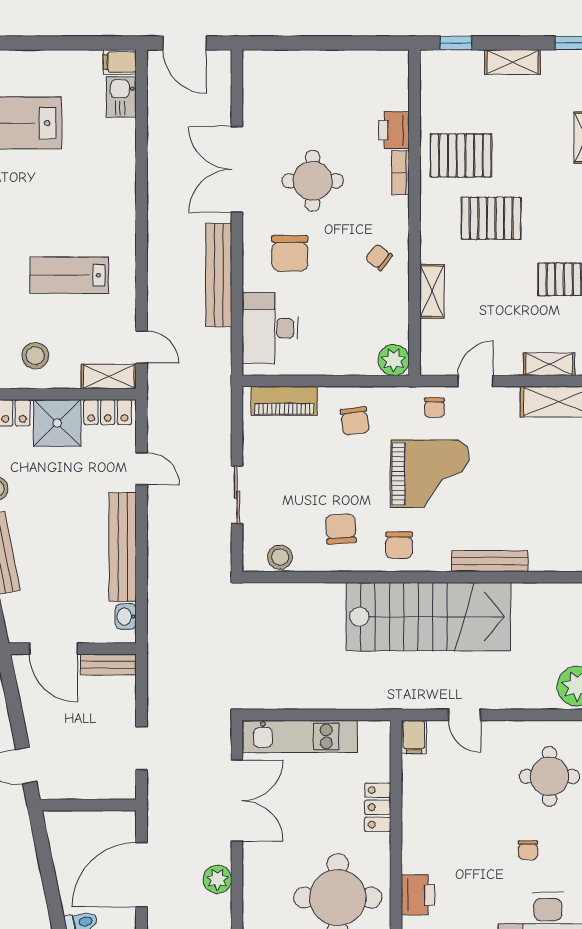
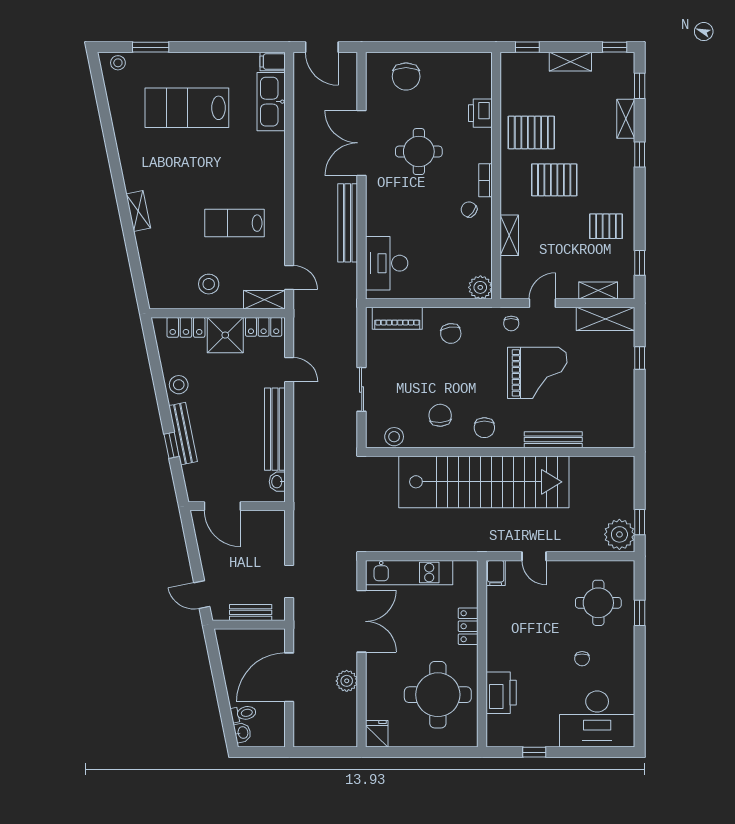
kitchen sink: (121, 97) -> (271, 102), width x1.88, depth x1.24
bookcase: (400, 173) -> (485, 180), moved
chair: (290, 253) -> (406, 76), moved
grand piano: (430, 474) -> (537, 373), moved
stairs: (428, 617) -> (484, 482), width x1.36
bench: (108, 665) -> (251, 612), moved
printer: (418, 895) -> (501, 693), width x1.37, depth x1.19

